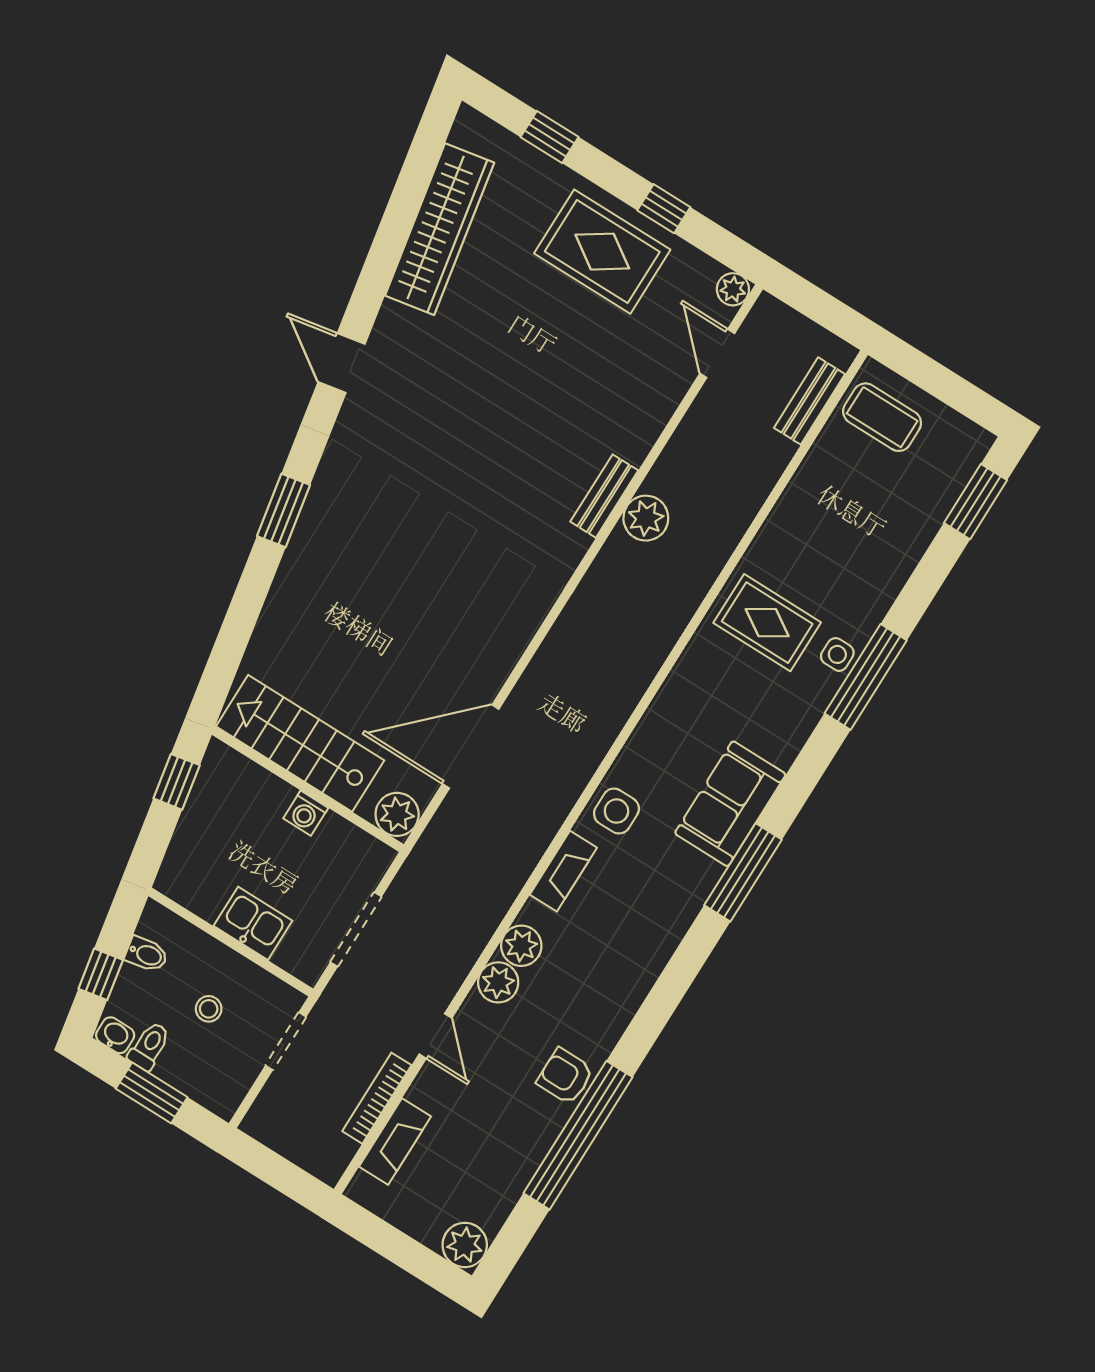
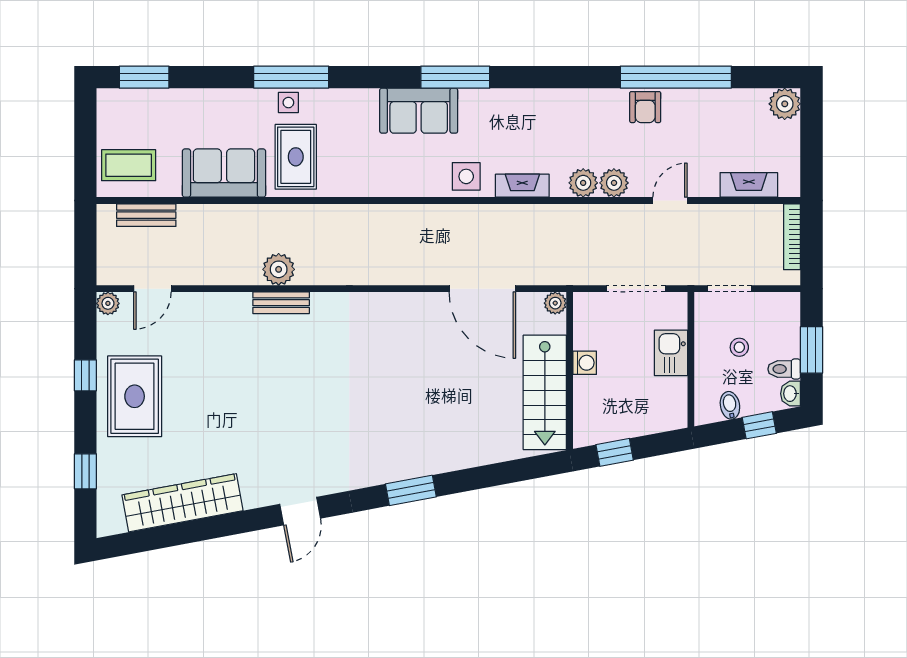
coffee table: (882, 417) -> (129, 165), turned 90
sofa: (801, 525) -> (224, 173), added
plant: (397, 814) -> (555, 303), width x0.73, depth x0.73
bookcase: (377, 1098) -> (792, 237), moved, turned 90

